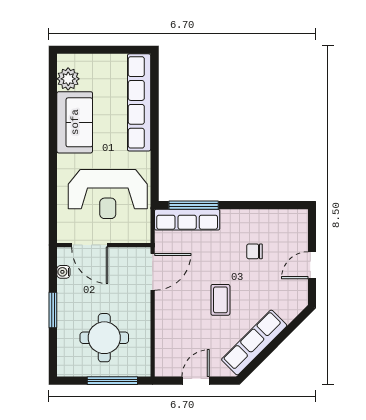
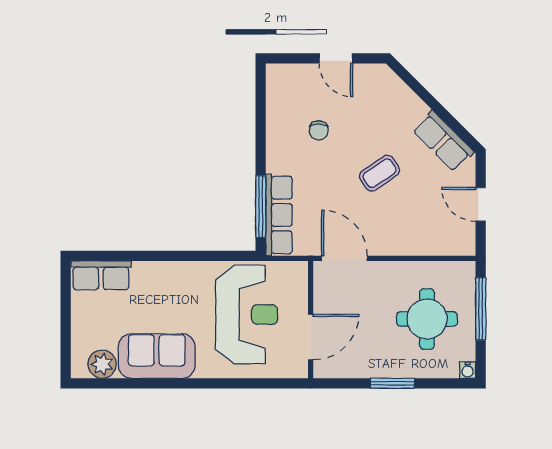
row of seats: (139, 102) -> (101, 275), width x0.50
water cooler: (63, 272) -> (468, 370), moved
coffee table: (220, 300) -> (379, 173), turned -34
row of seats: (254, 342) -> (443, 141), width x0.68

